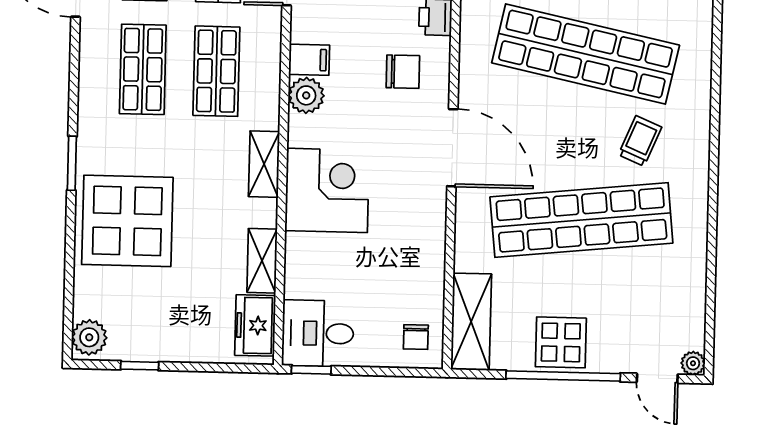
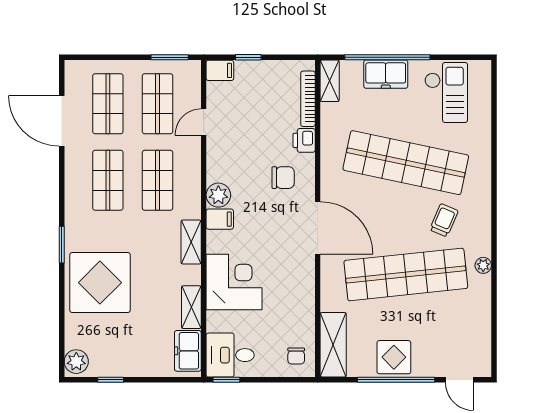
filing cabinet: (309, 60) -> (220, 219), moved
corner desk: (327, 190) -> (234, 282), moved
plant: (693, 363) -> (483, 265), moved

